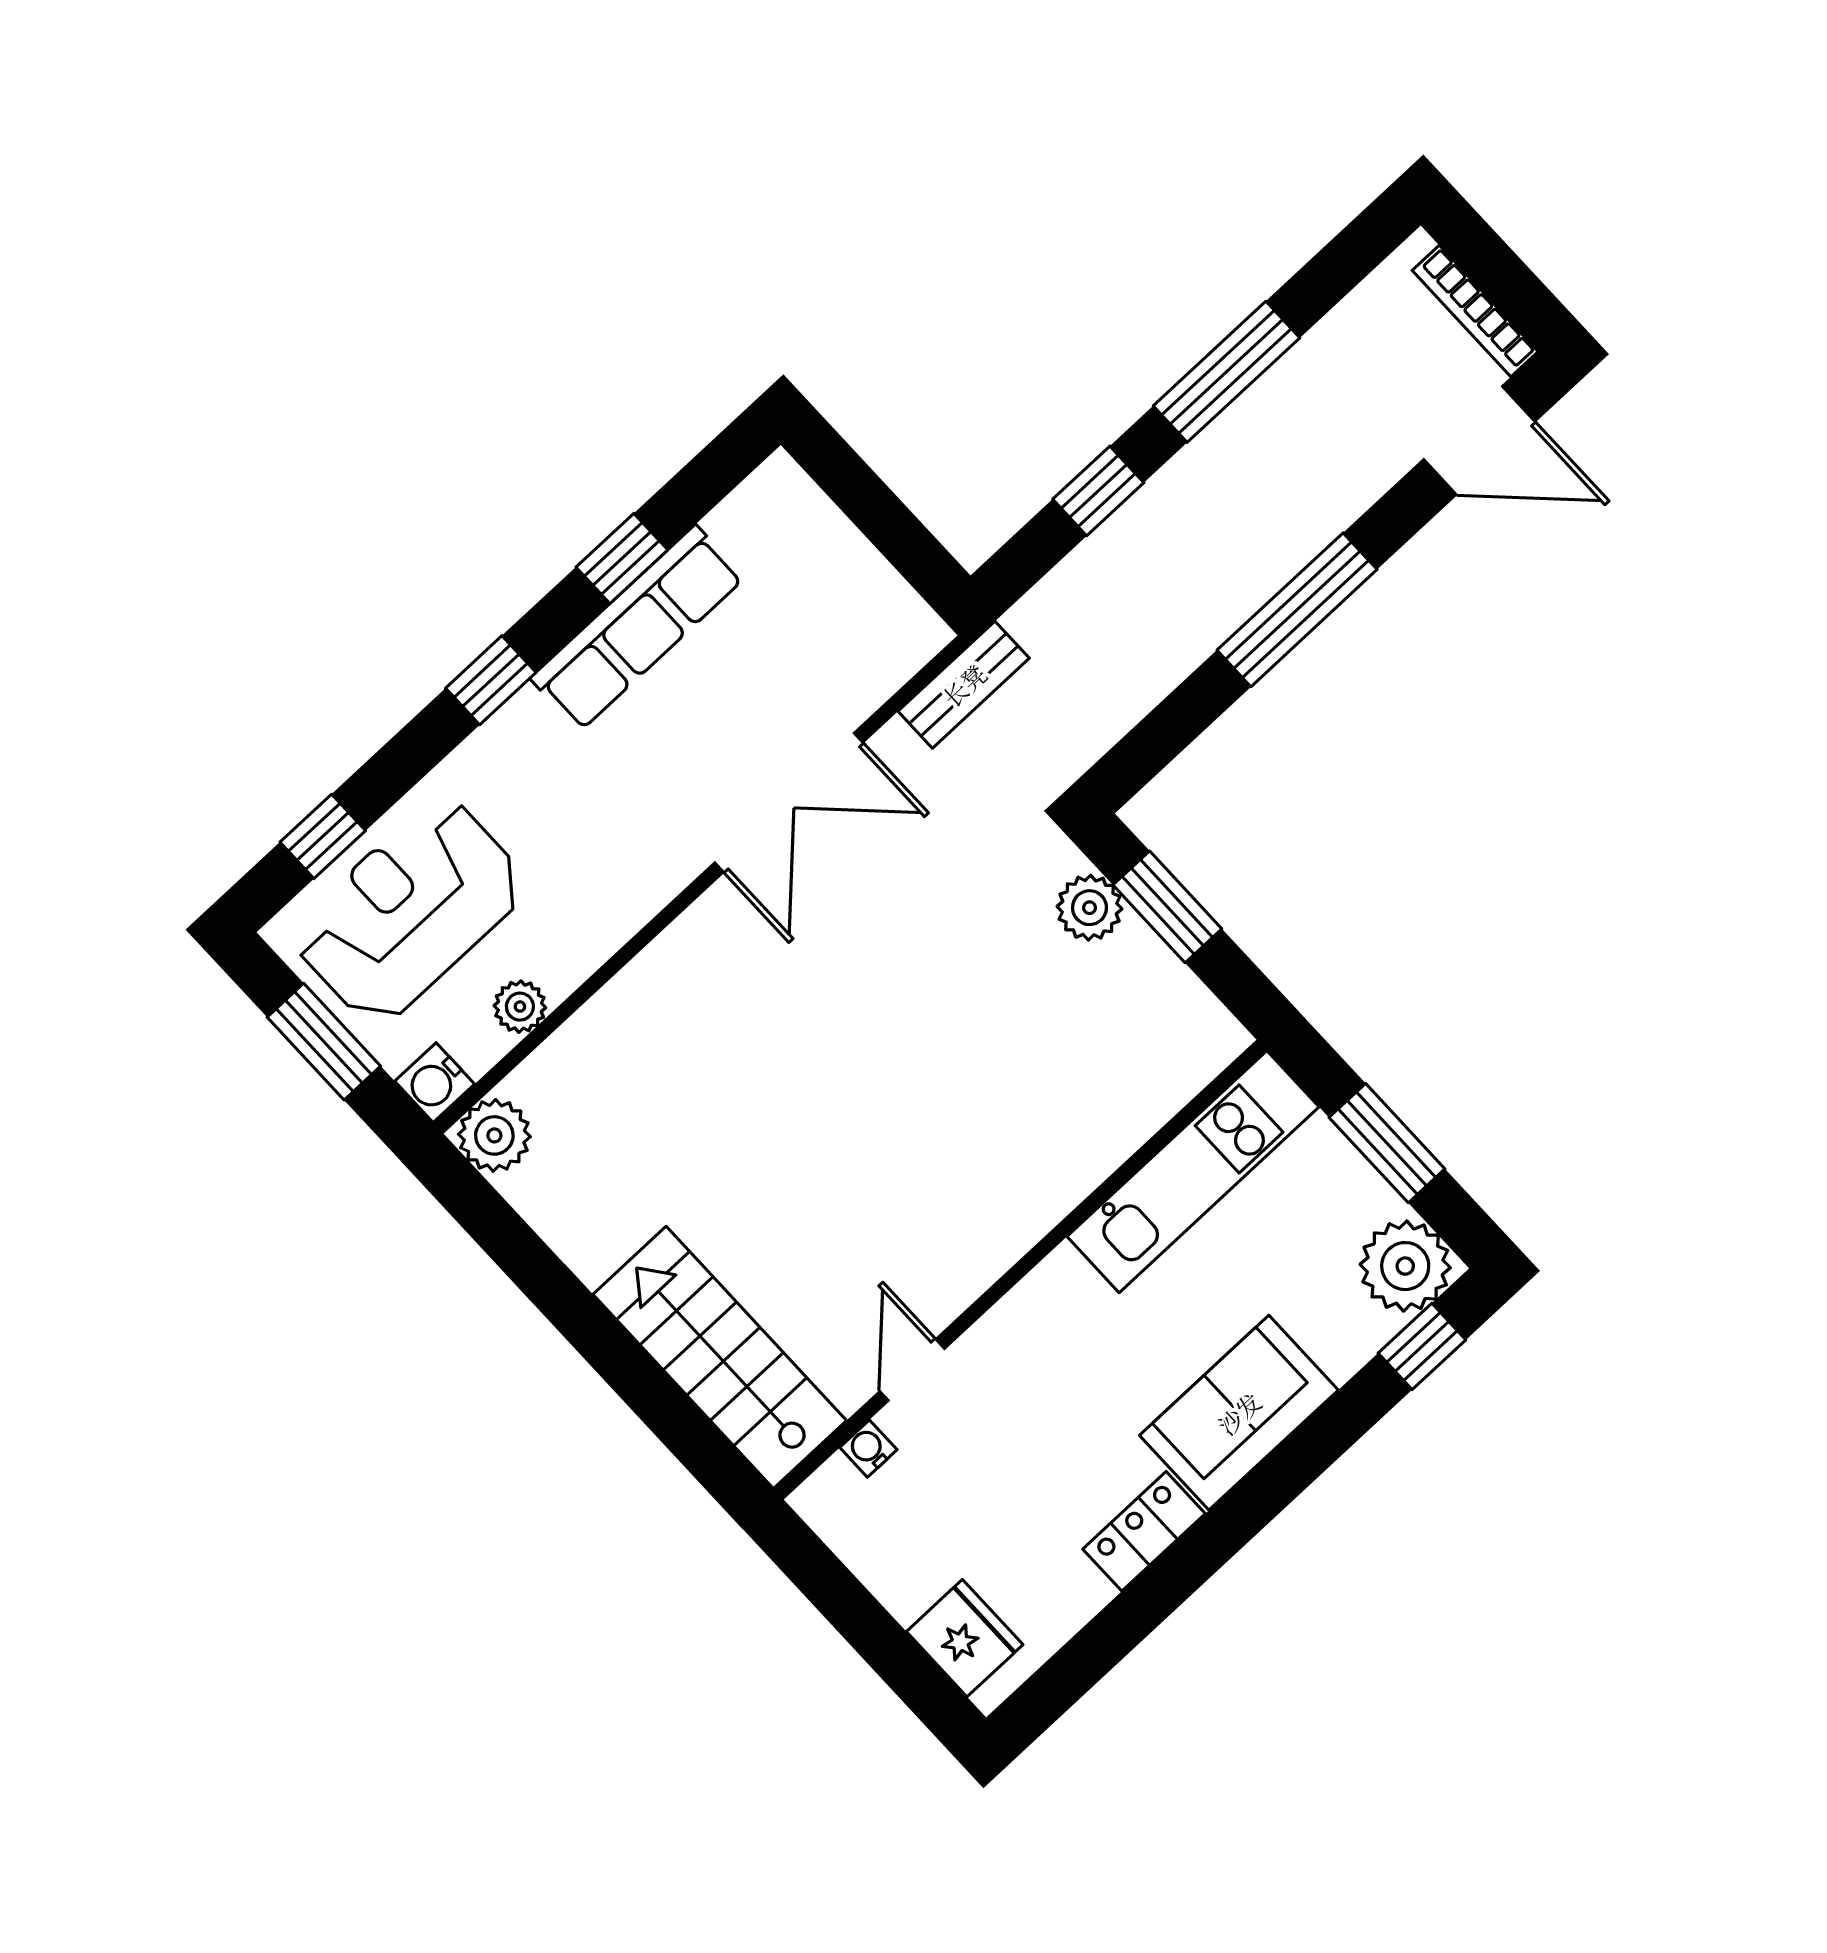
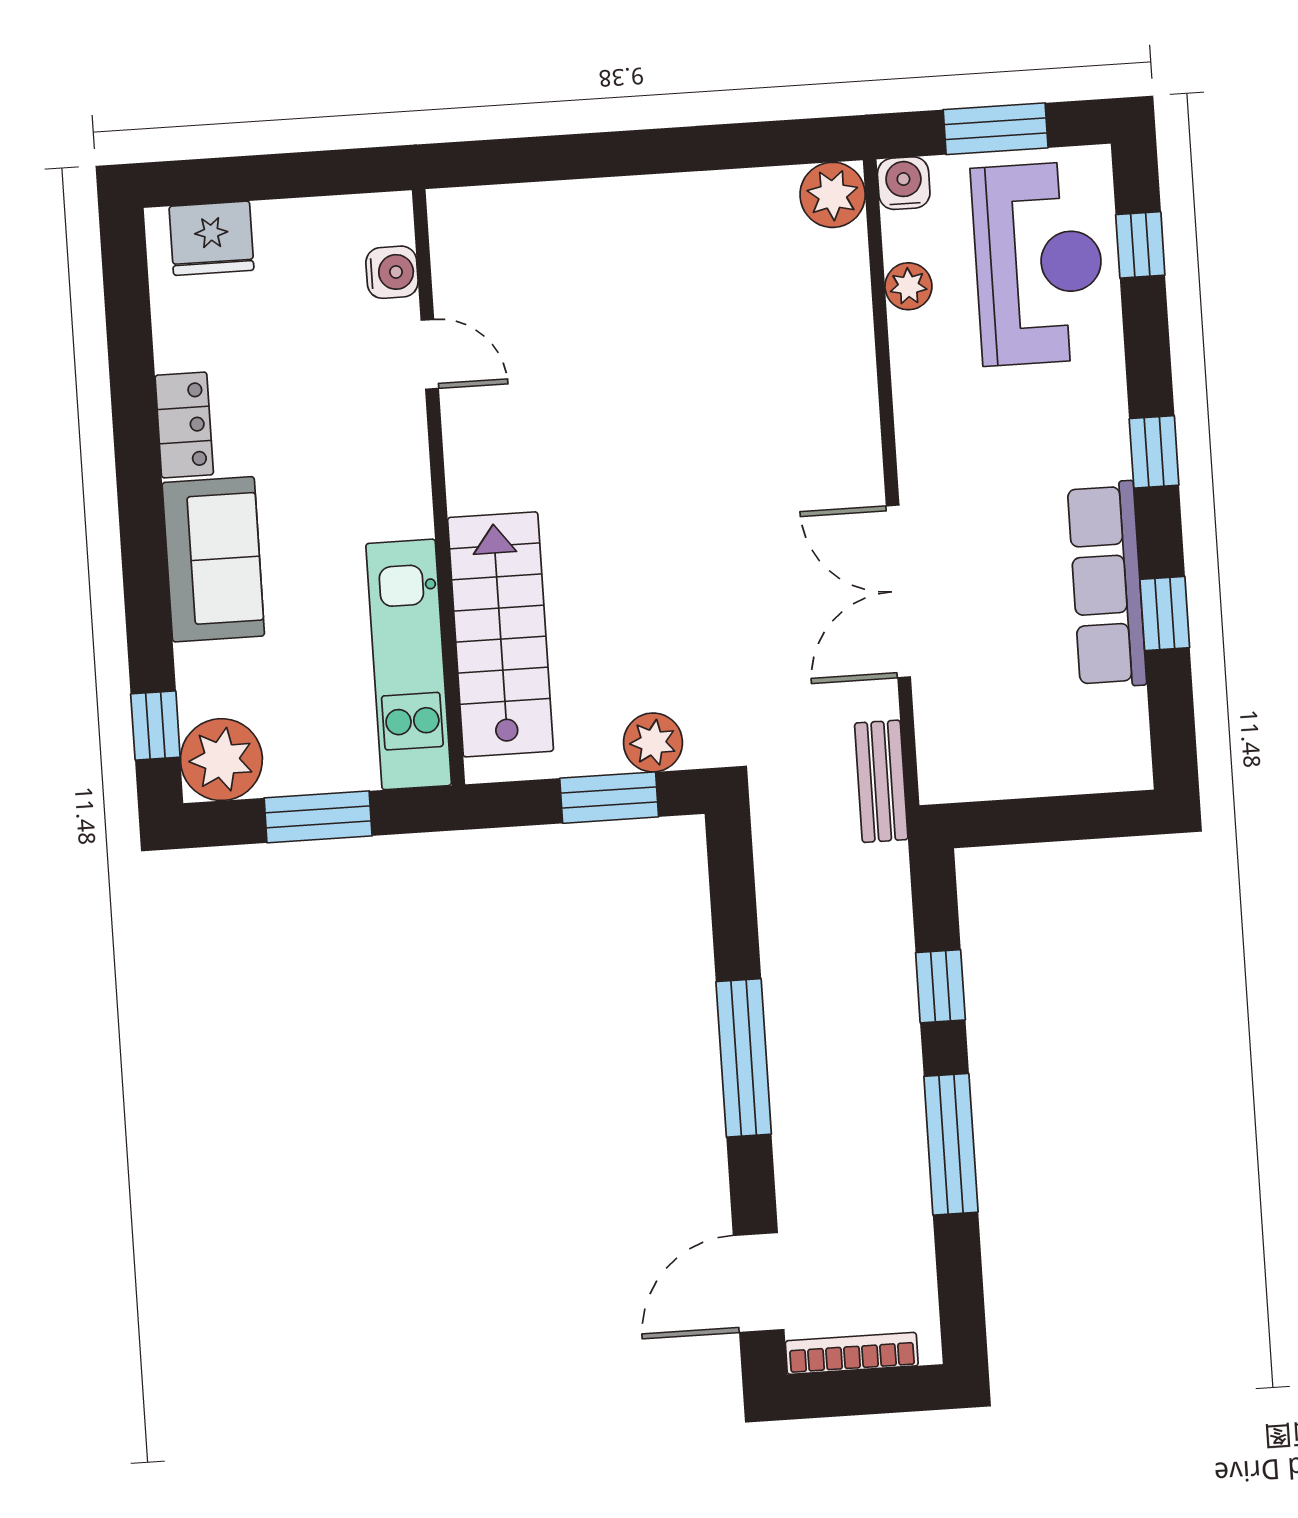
stairs: (720, 1357) -> (500, 634), moved, turned -90
water cooler: (868, 1449) -> (392, 272), width x1.38, depth x1.38

